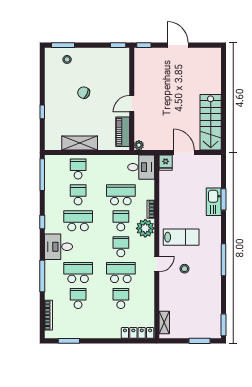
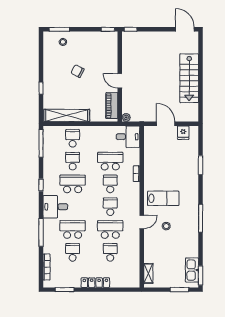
door: (178, 45) -> (185, 29), moved
door: (132, 104) -> (120, 81), hinge flipped
stairs: (211, 122) -> (189, 78), moved
shelving: (80, 143) -> (67, 115), width x1.47
fridge: (166, 163) -> (183, 133), moved
kitchen sink: (214, 202) -> (192, 270), moved
plant: (145, 228) -> (132, 191), removed
locker: (138, 333) -> (95, 283), moved

